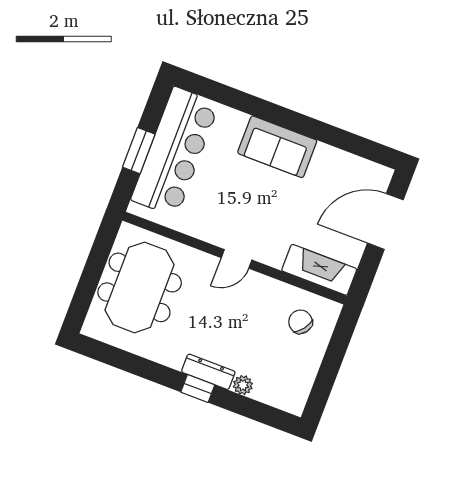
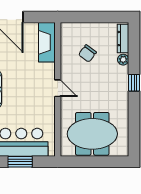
chair: (300, 322) -> (87, 53), moved
dresser: (208, 372) -> (123, 39), moved

